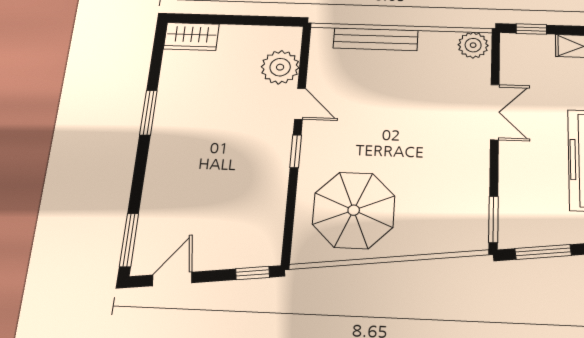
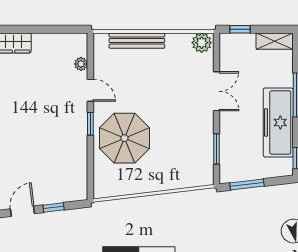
plant: (280, 67) -> (81, 64), width x0.53, depth x0.53
parasol: (354, 210) -> (125, 138), moved
window: (493, 219) -> (217, 149), moved
window: (253, 273) -> (54, 207), moved

